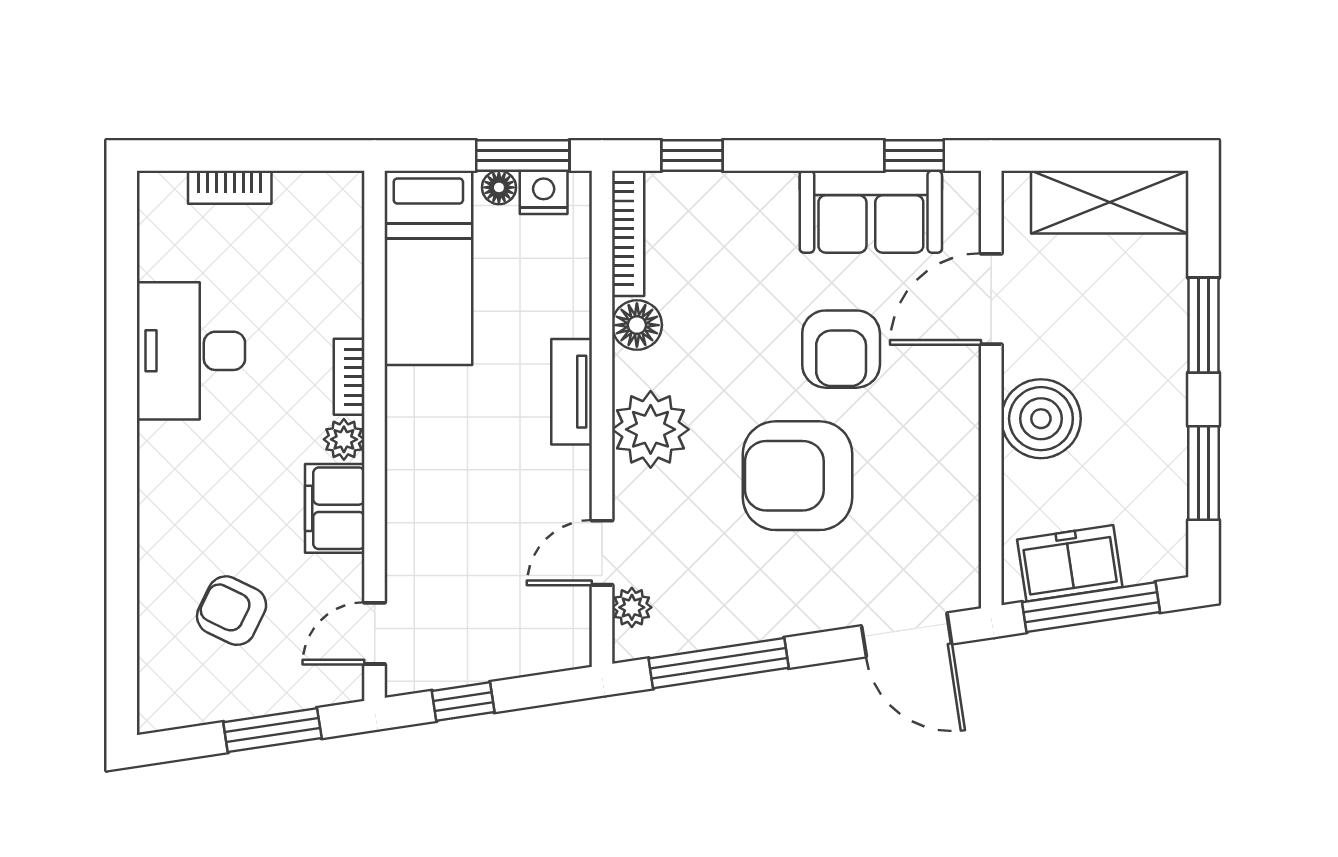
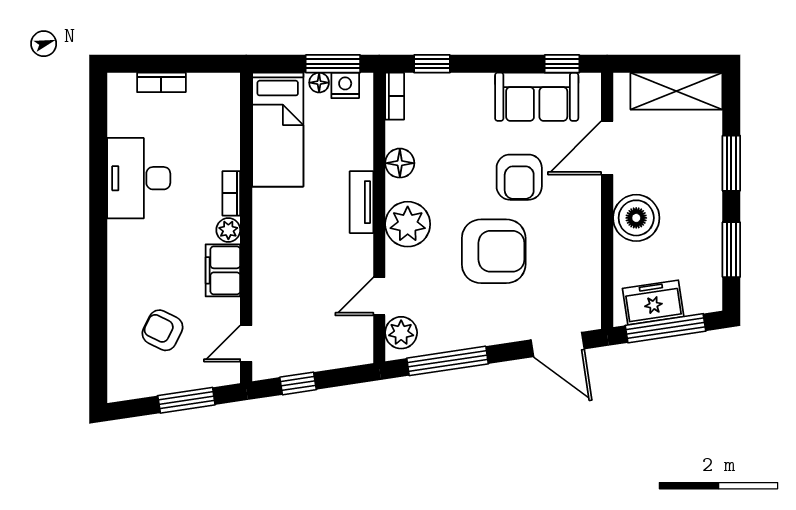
bookcase: (628, 233) -> (395, 96), width x0.64
armchair: (797, 476) -> (494, 251), turned 180
plant: (632, 607) -> (401, 333), width x1.38, depth x1.38

